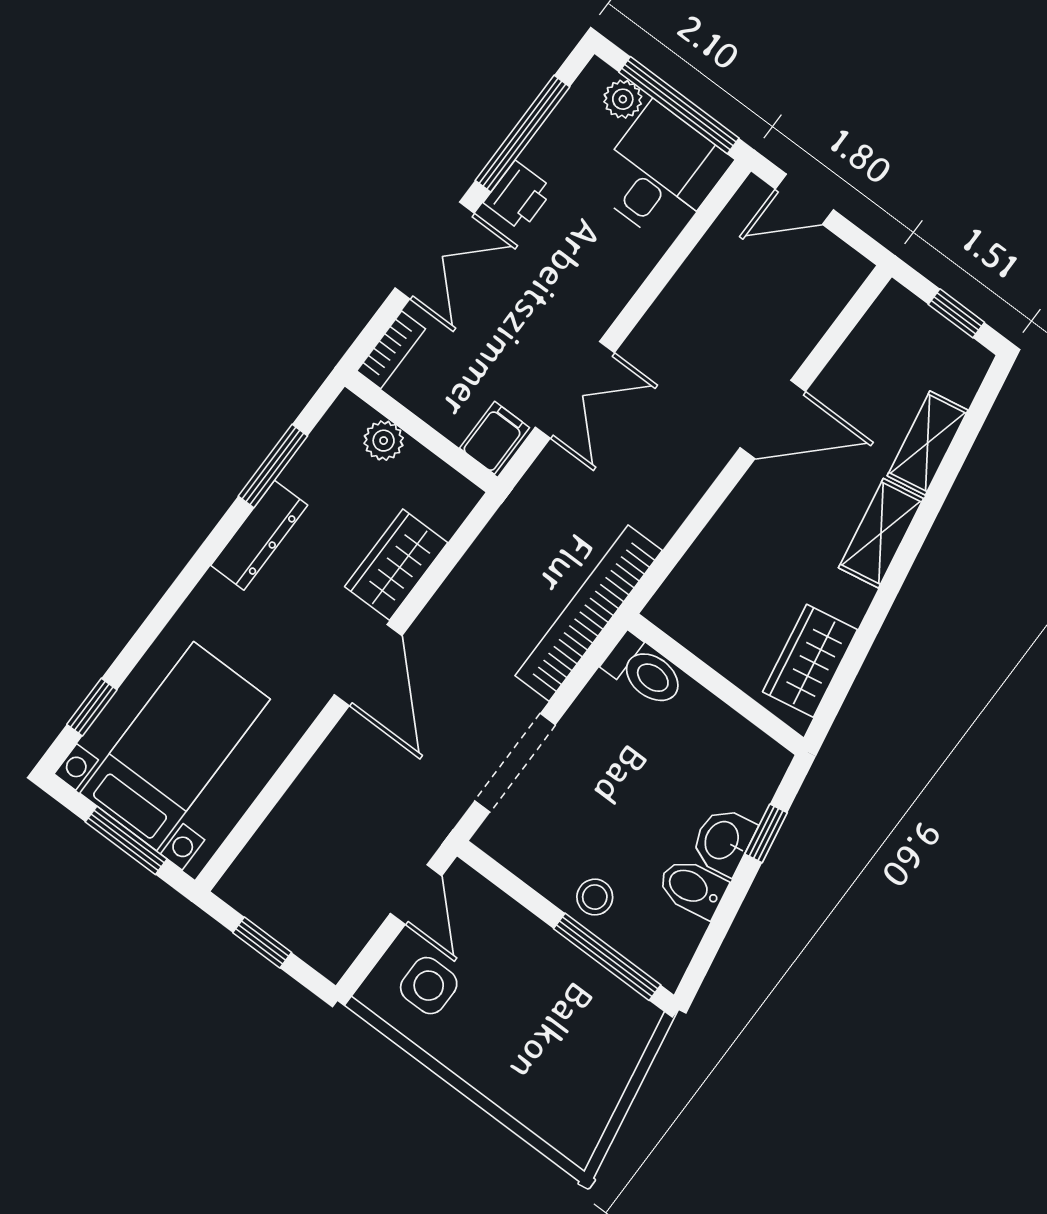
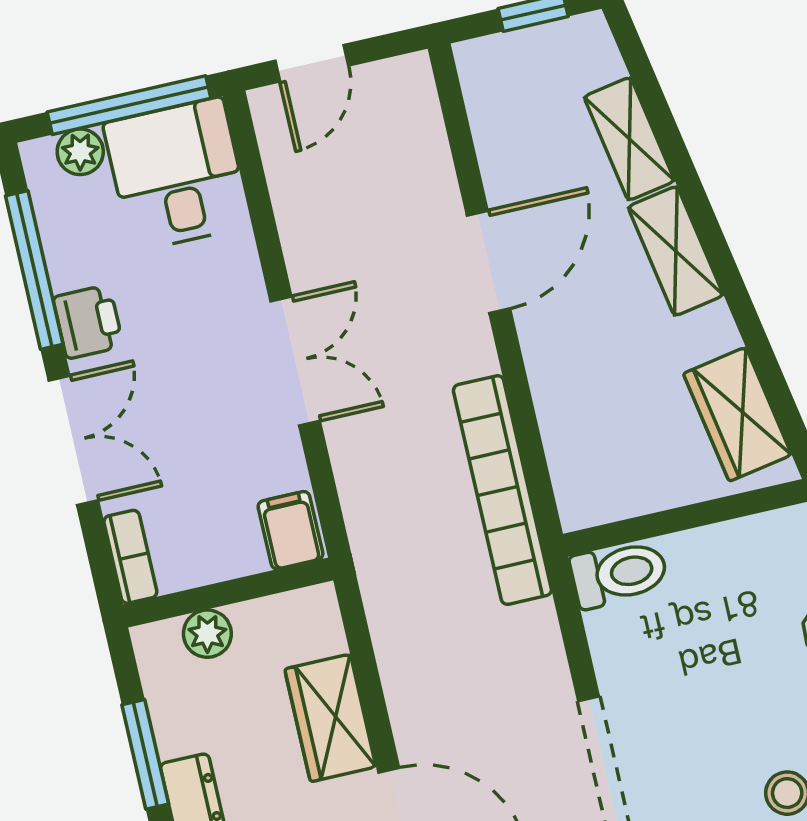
double door: (575, 390) -> (295, 361), moved
bookcase: (589, 613) -> (502, 490), moved

